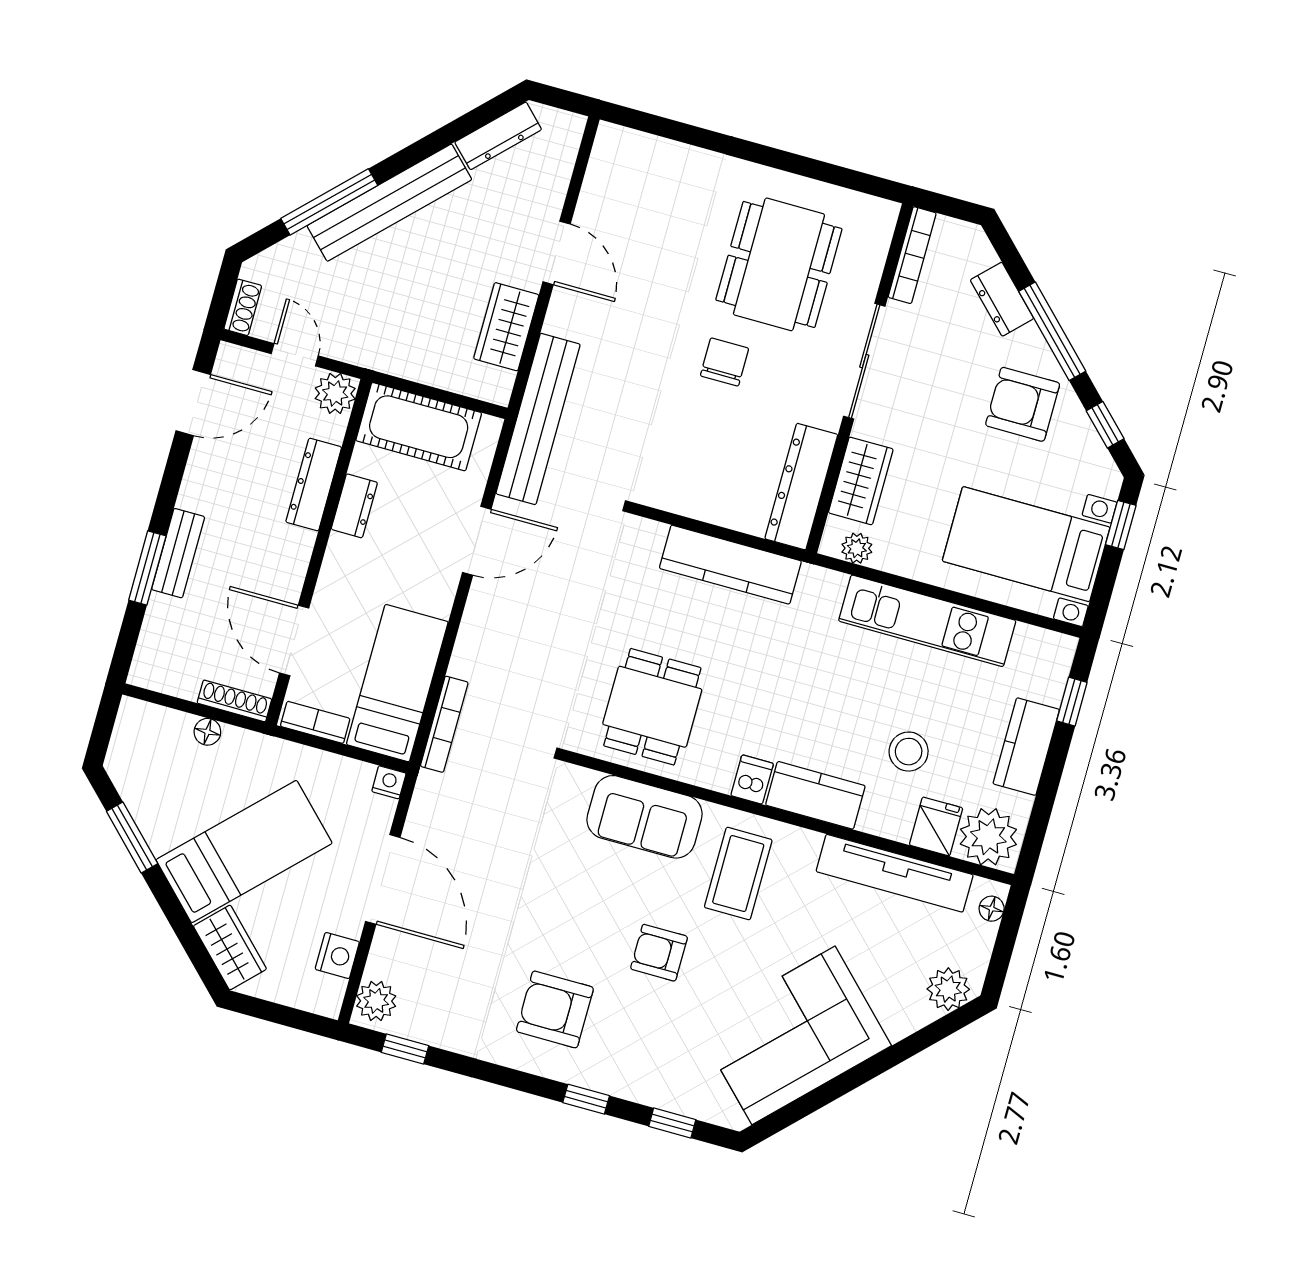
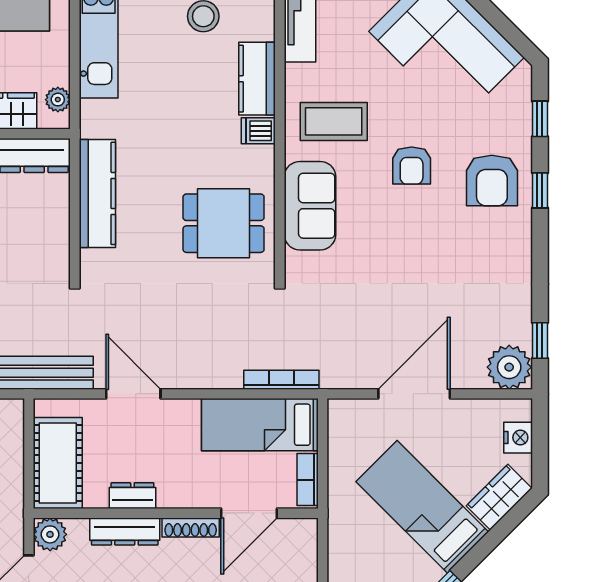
shoe rack: (234, 701) -> (191, 528), moved, turned -90
floor lamp: (207, 732) -> (338, 561), removed
nightstand: (389, 782) -> (338, 410), removed
nightstand: (337, 956) -> (518, 438), moved, turned 90
plant: (376, 1001) -> (509, 367), width x1.36, depth x1.36
armchair: (555, 1009) -> (492, 180), moved

